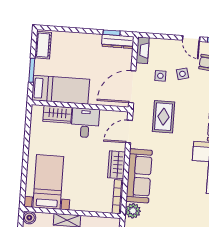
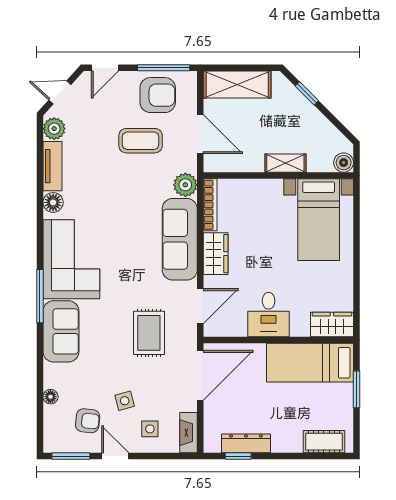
dresser: (118, 41) -> (246, 443), moved
cot: (43, 45) -> (324, 442), moved, turned 90
side table: (160, 76) -> (150, 429), moved
wardrobe: (57, 114) -> (332, 324), moved

